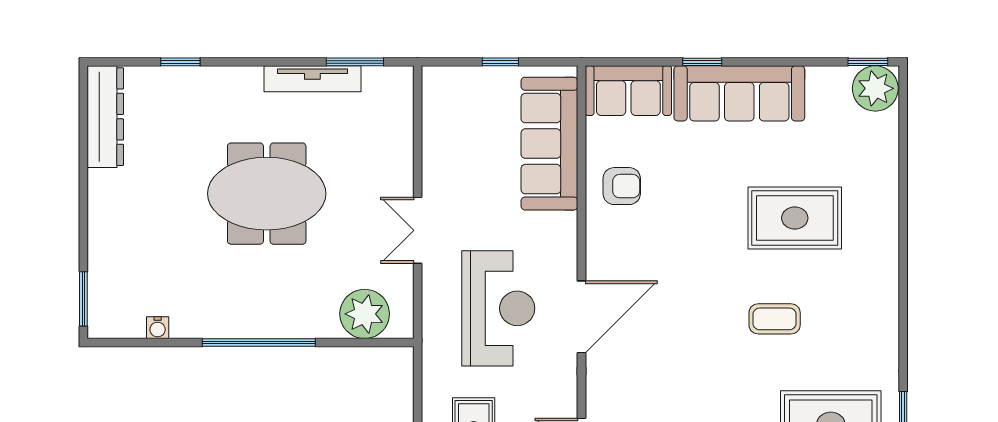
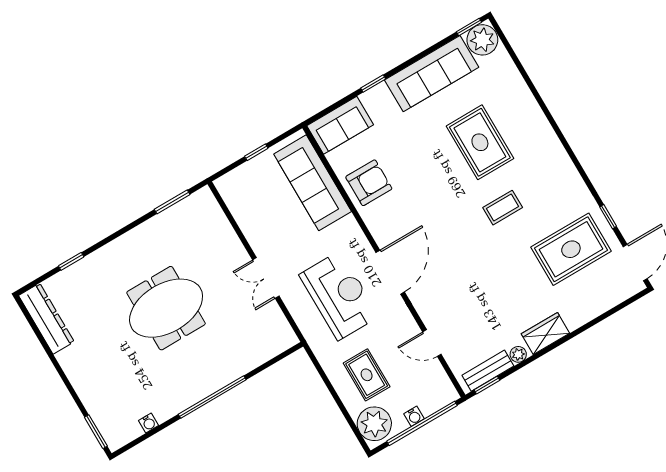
tv unit: (312, 79) -> (153, 226), removed
sofa: (739, 93) -> (432, 74), moved
armchair: (622, 186) -> (369, 183), width x1.38, depth x1.38
rug: (795, 218) -> (480, 142), turned 90
plant: (365, 314) -> (264, 344), removed

